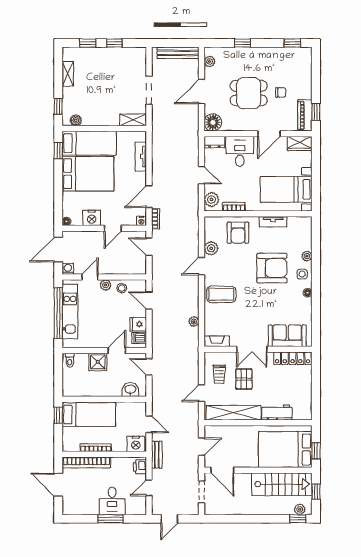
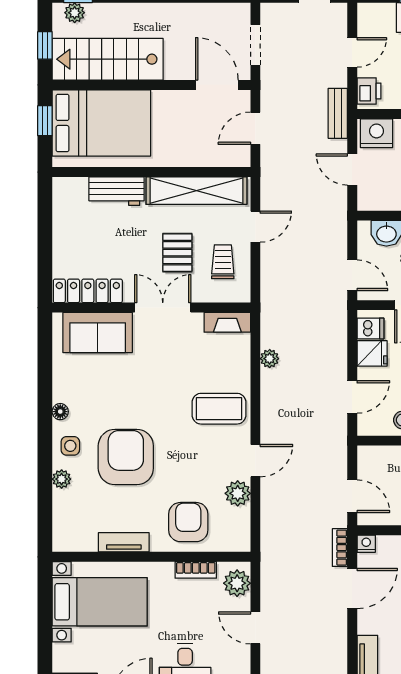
armchair: (272, 268) -> (126, 457), turned 90
door: (149, 301) -> (352, 397), hinge flipped

